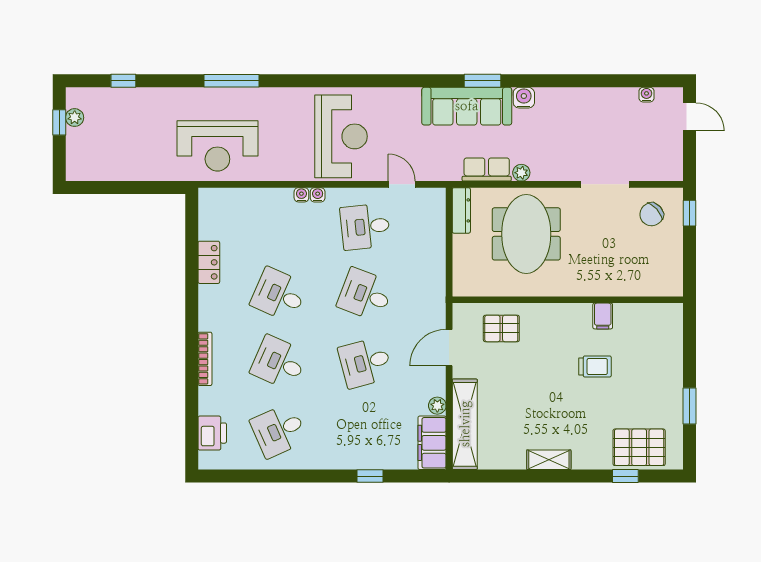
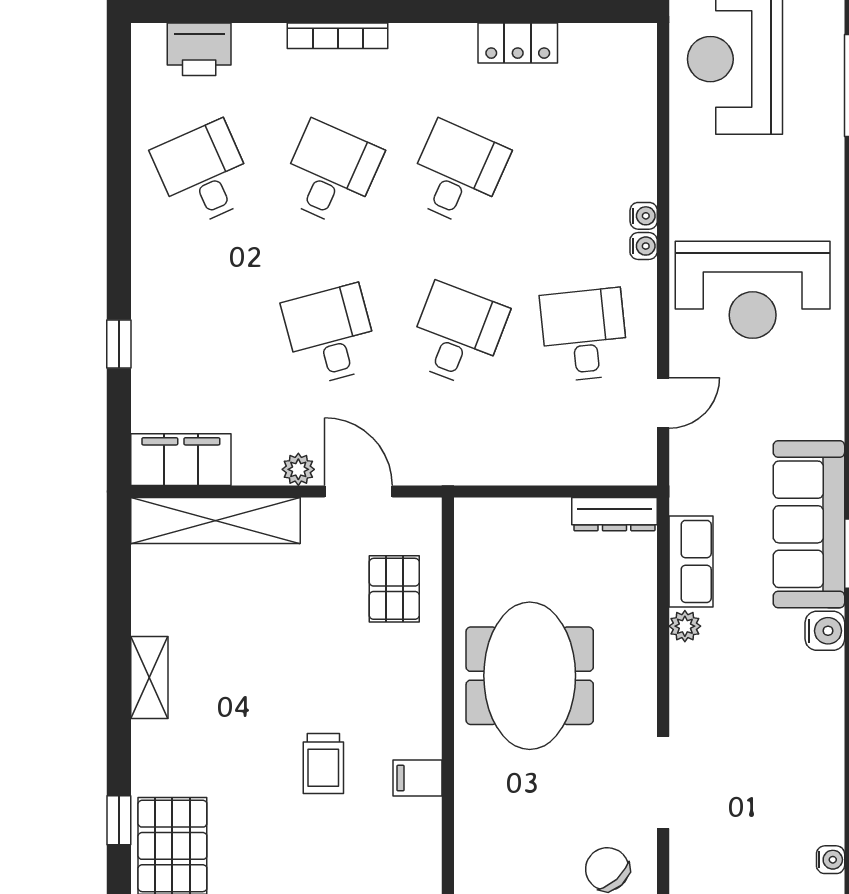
meeting table: (526, 234) -> (530, 676), moved, turned 90
plant: (437, 406) -> (298, 469), moved

